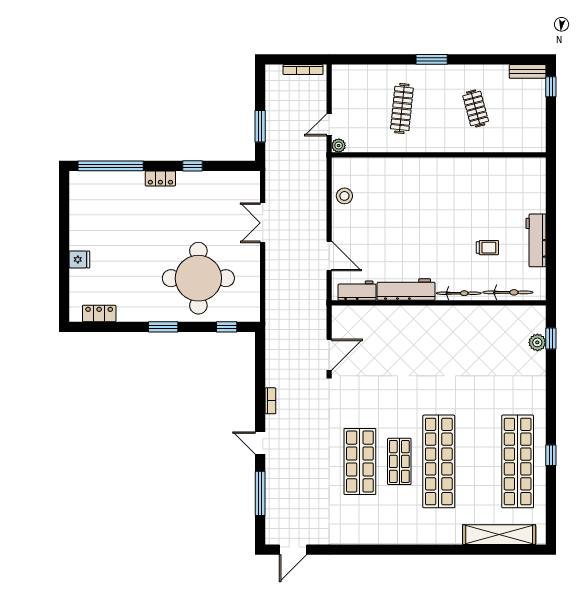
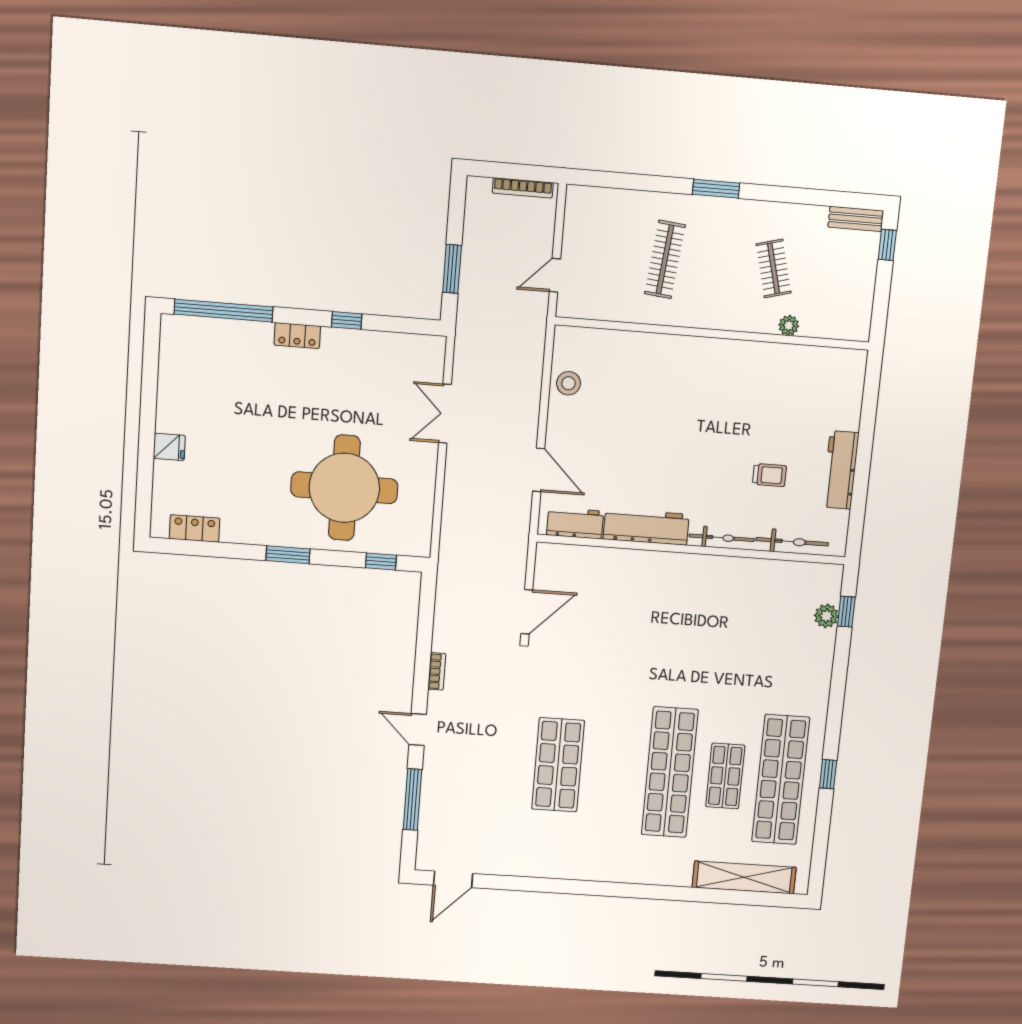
plant: (339, 146) -> (789, 325), moved
shop shelf: (399, 461) -> (725, 776), moved

